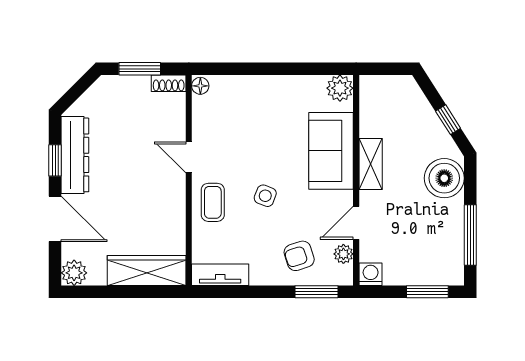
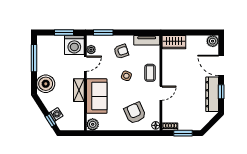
washing machine: (421, 110) -> (56, 114), added
armchair: (246, 113) -> (135, 113), added
window: (448, 120) -> (51, 120), moved
door: (189, 157) -> (161, 93), hinge flipped
armchair: (299, 256) -> (121, 51), moved
wardrobe: (147, 271) -> (174, 42), width x0.67
washing machine: (371, 274) -> (74, 45), width x1.89, depth x1.89
window: (427, 292) -> (64, 33), moved

